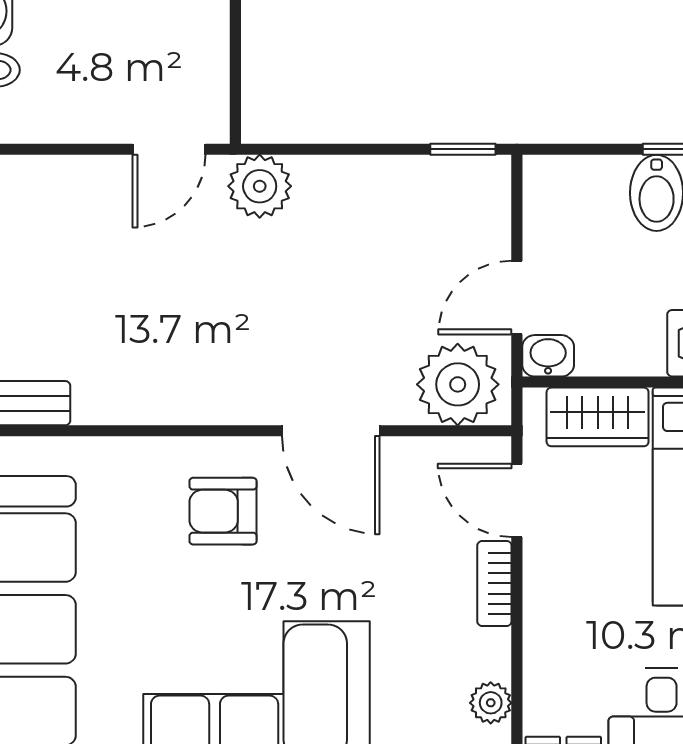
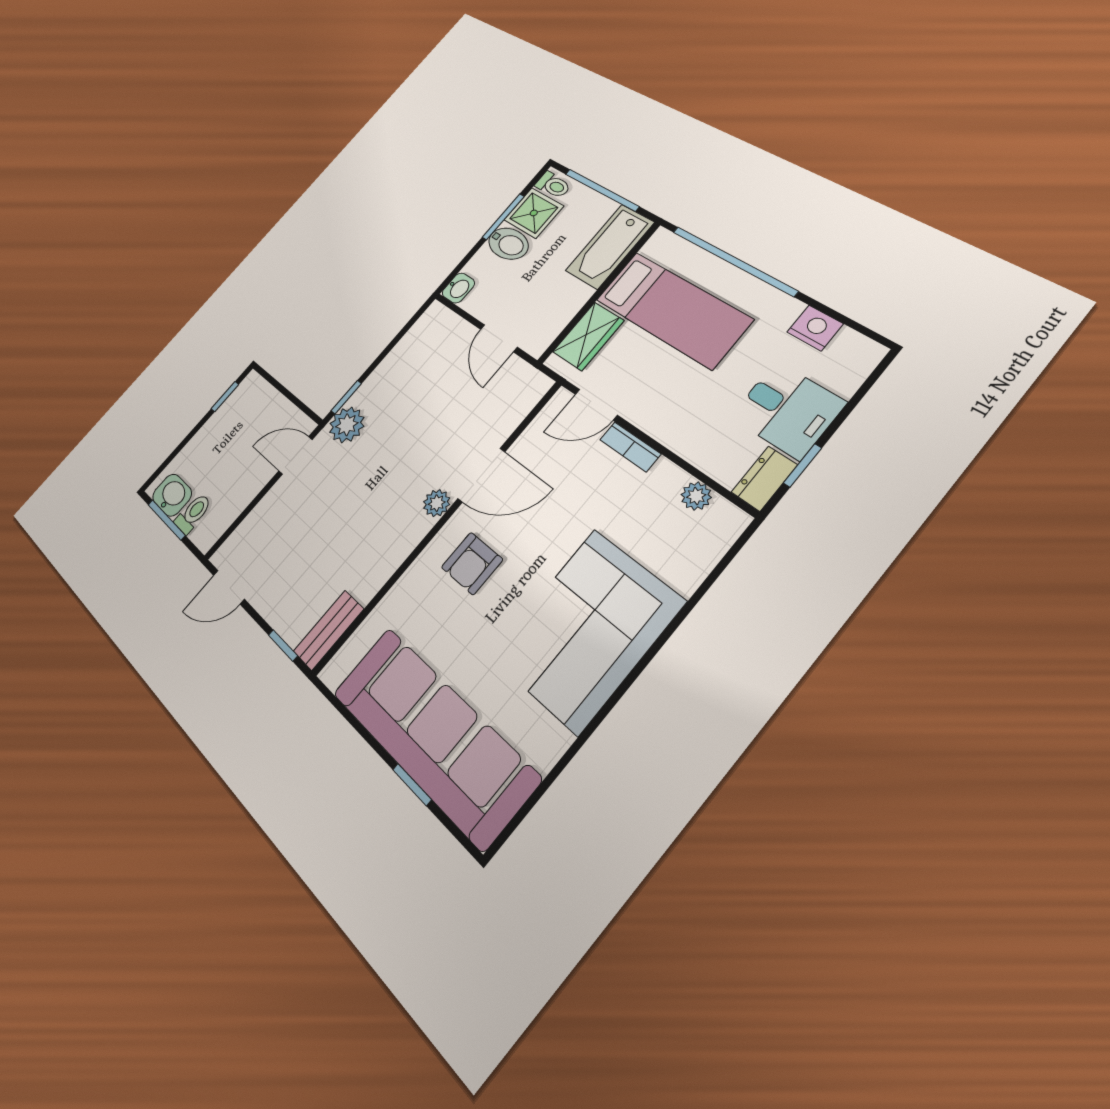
door: (169, 149) -> (296, 455), swing flipped
window: (463, 149) -> (346, 397), moved
washbasin: (548, 356) -> (458, 288), moved, turned 180
plant: (458, 384) -> (437, 503), moved, width x0.53, depth x0.53

